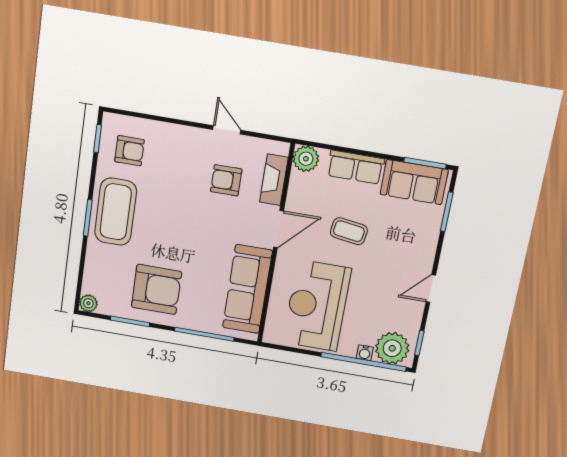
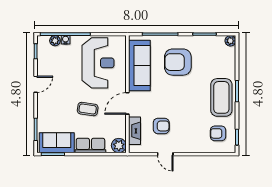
armchair: (156, 289) -> (178, 62), moved
plant: (392, 348) -> (55, 41), width x0.53, depth x0.53

